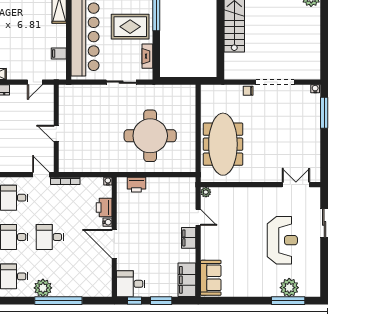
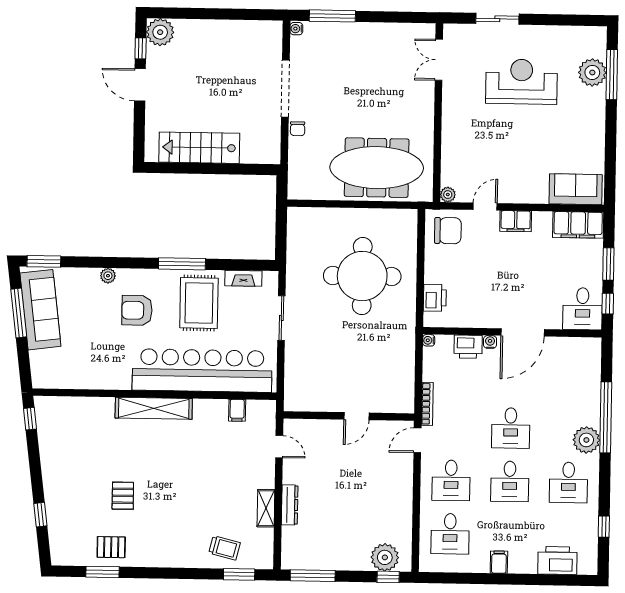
chair: (182, 193) -> (448, 231), added

